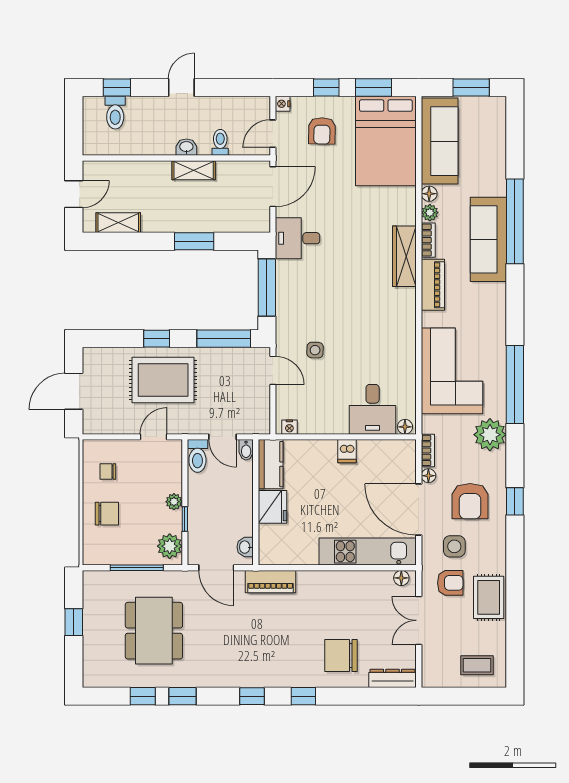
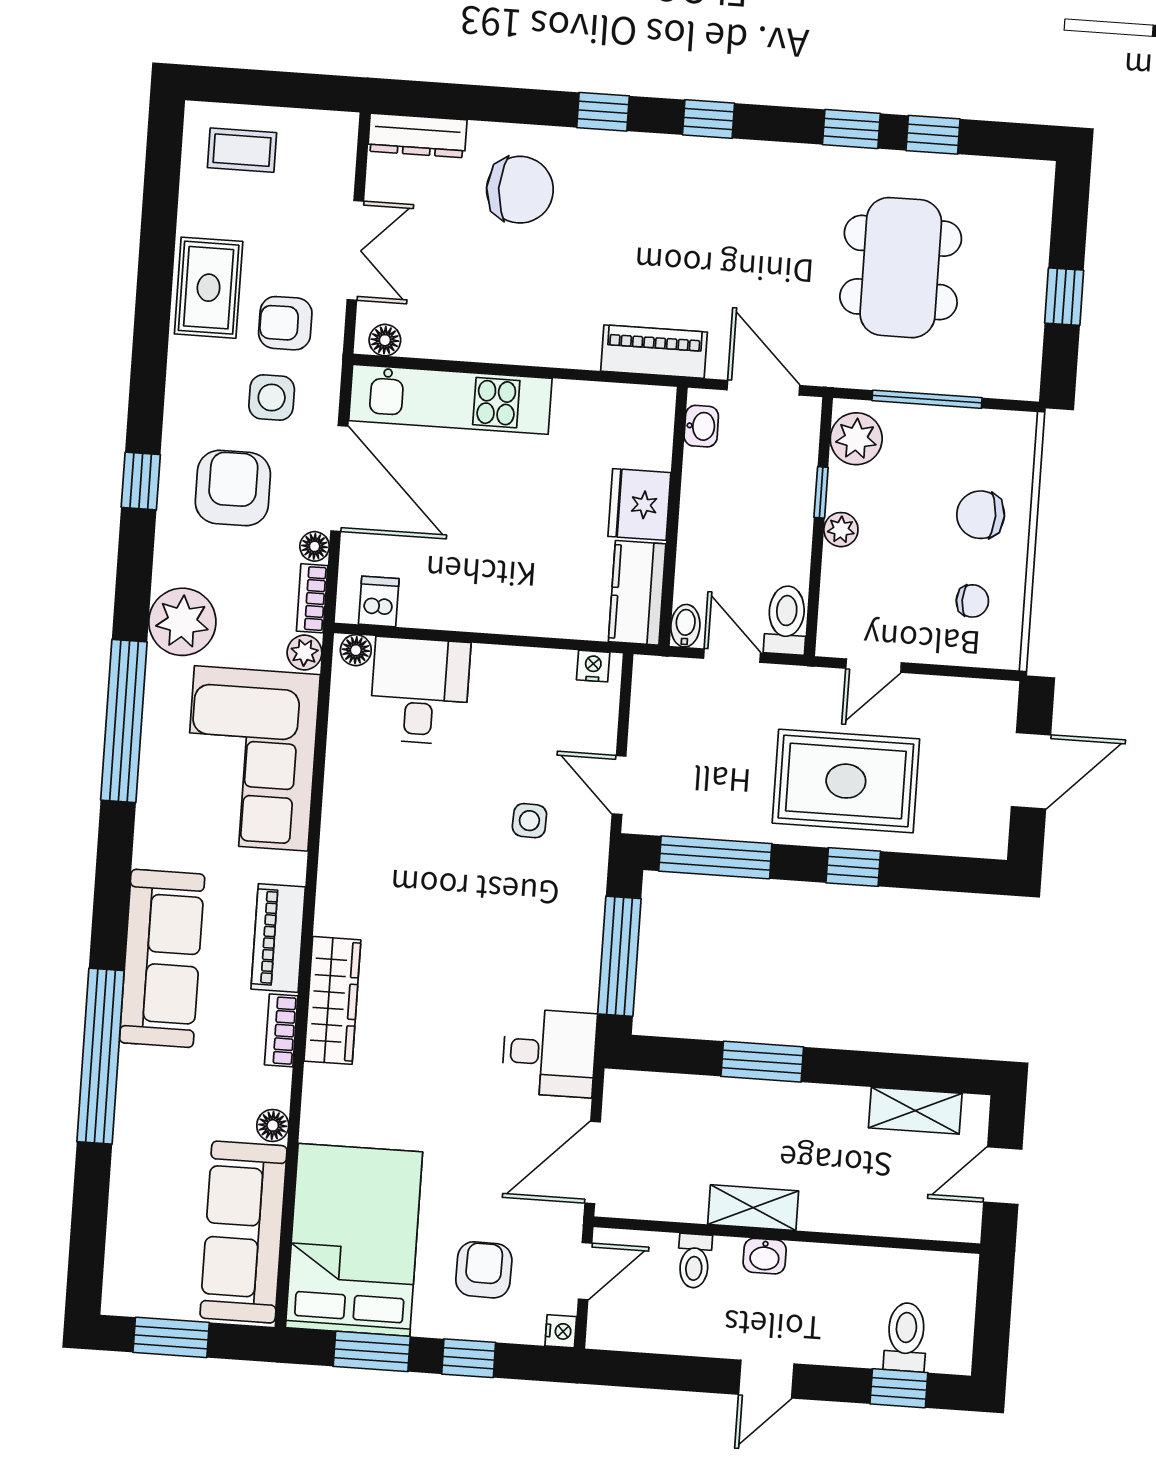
plant: (430, 213) -> (304, 653), moved
sofa: (488, 239) -> (162, 958), moved
dishwasher: (347, 451) -> (379, 601), moved

